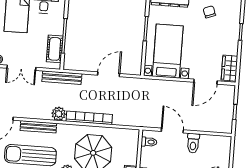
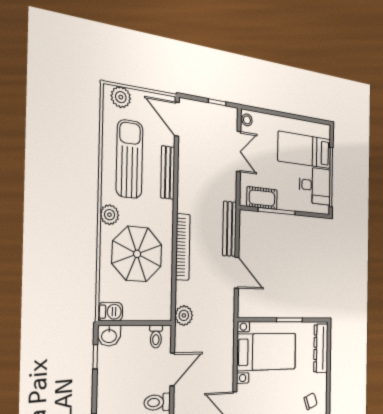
double door: (21, 68) -> (239, 151), swing flipped
bench: (62, 78) -> (230, 229), moved
plant: (59, 114) -> (184, 315), moved

